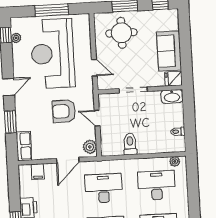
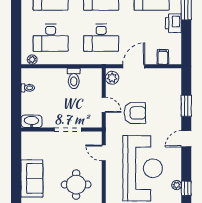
sofa: (169, 51) -> (32, 178), moved
fridge: (173, 79) -> (29, 138), removed
row of seats: (24, 146) -> (175, 82), removed

